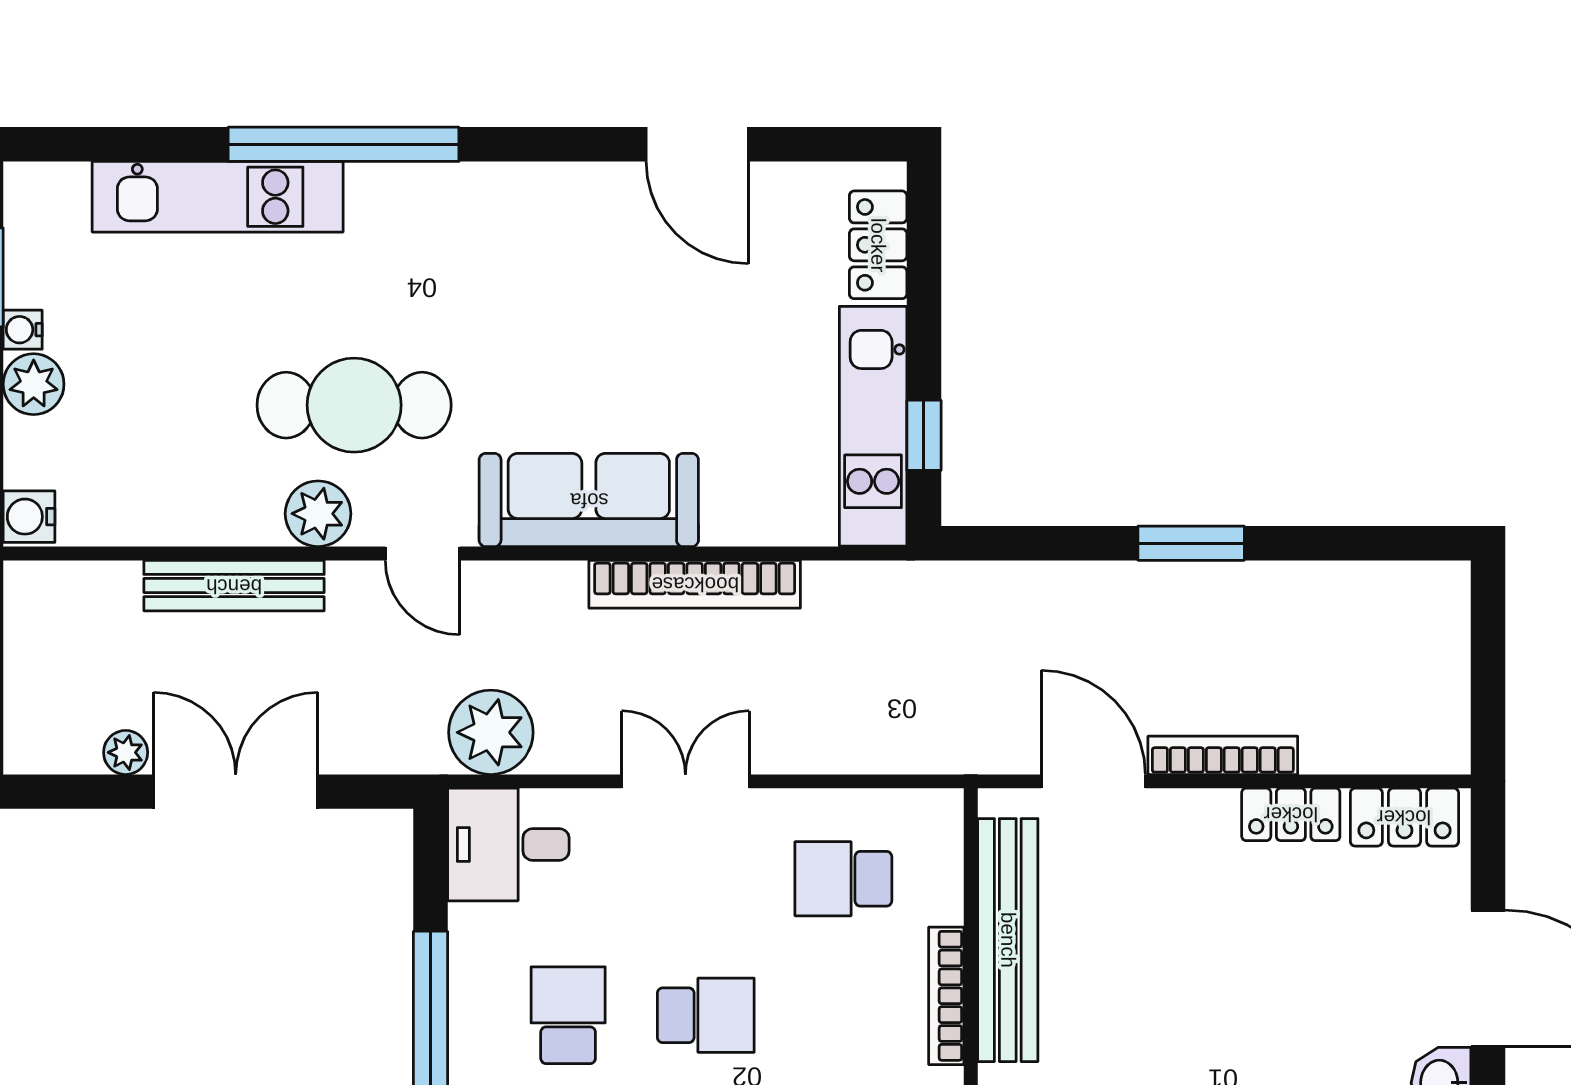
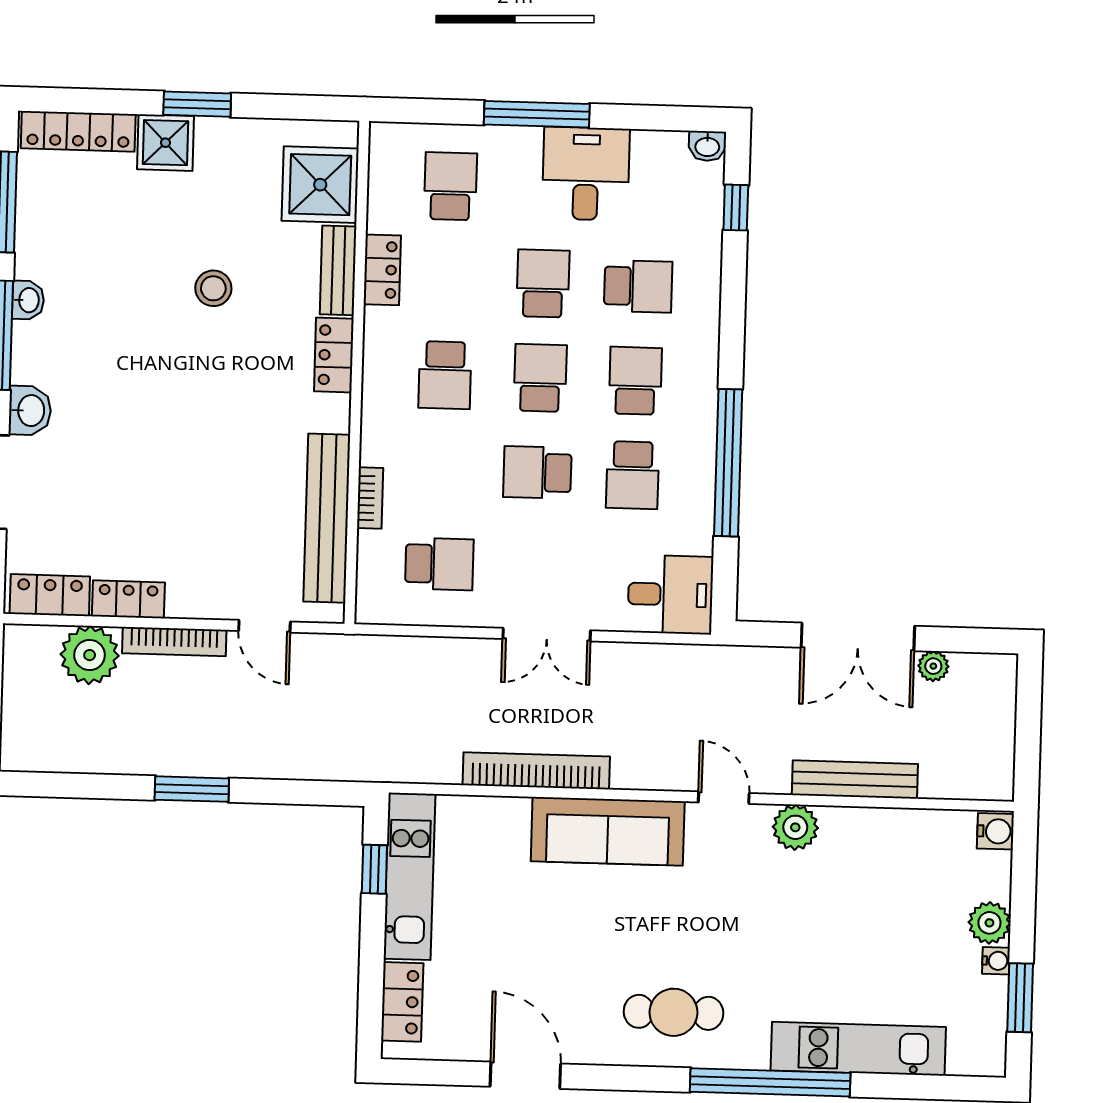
cafe table: (354, 405) -> (673, 1012), moved, width x0.73, depth x0.74
plant: (491, 732) -> (90, 655), moved
door: (1093, 781) -> (264, 626), width x0.73
bookcase: (946, 996) -> (370, 498), width x0.64

